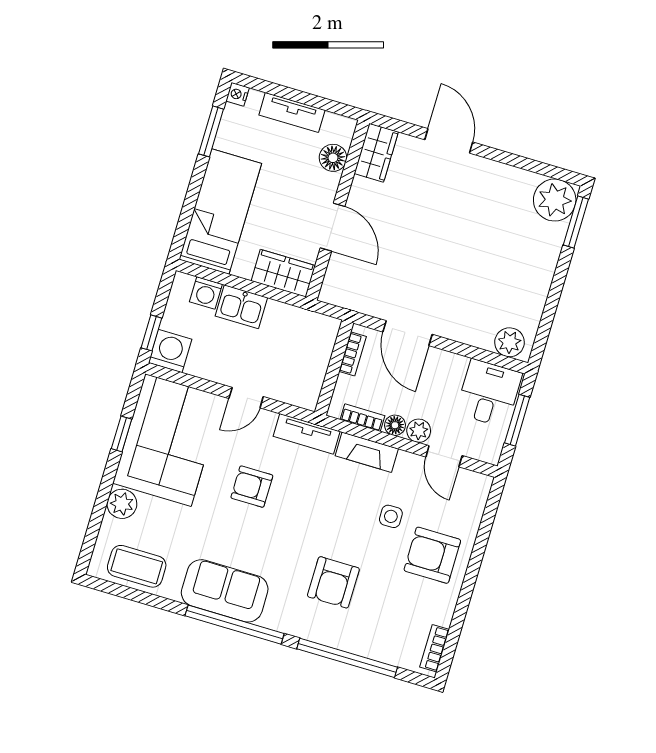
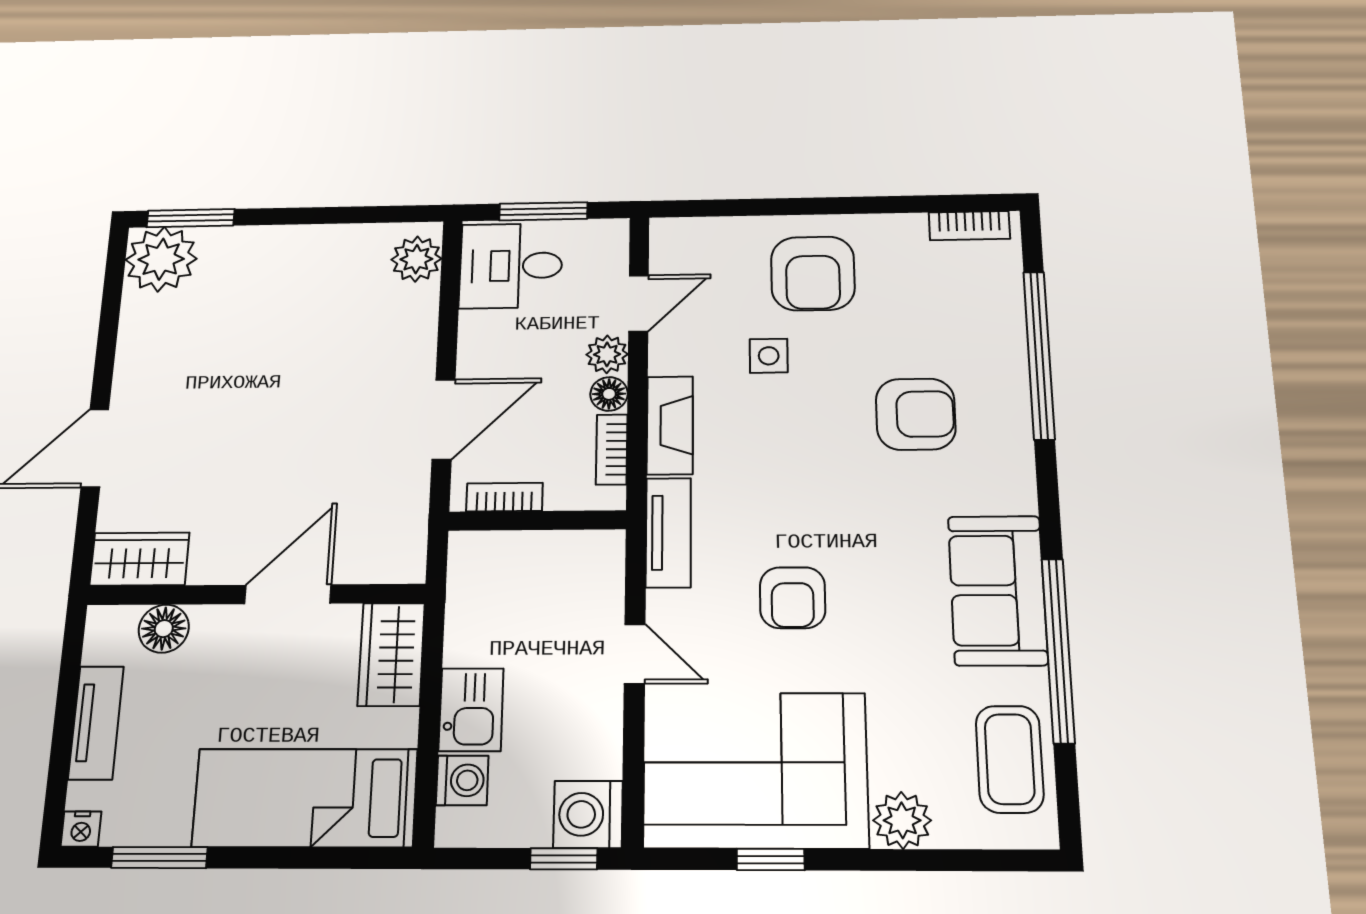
window: (235, 625) -> (1058, 650), moved

